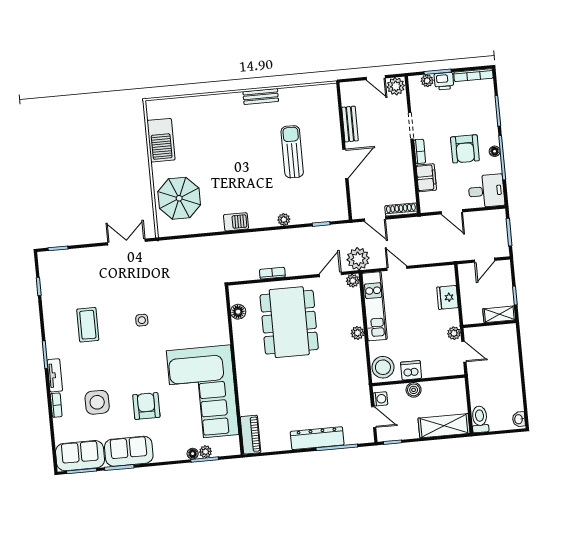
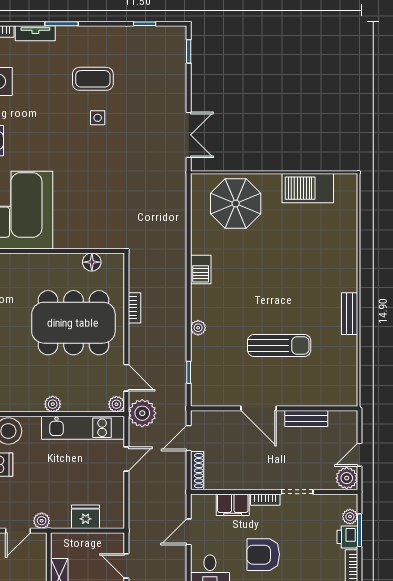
side table: (142, 320) -> (98, 118), moved

